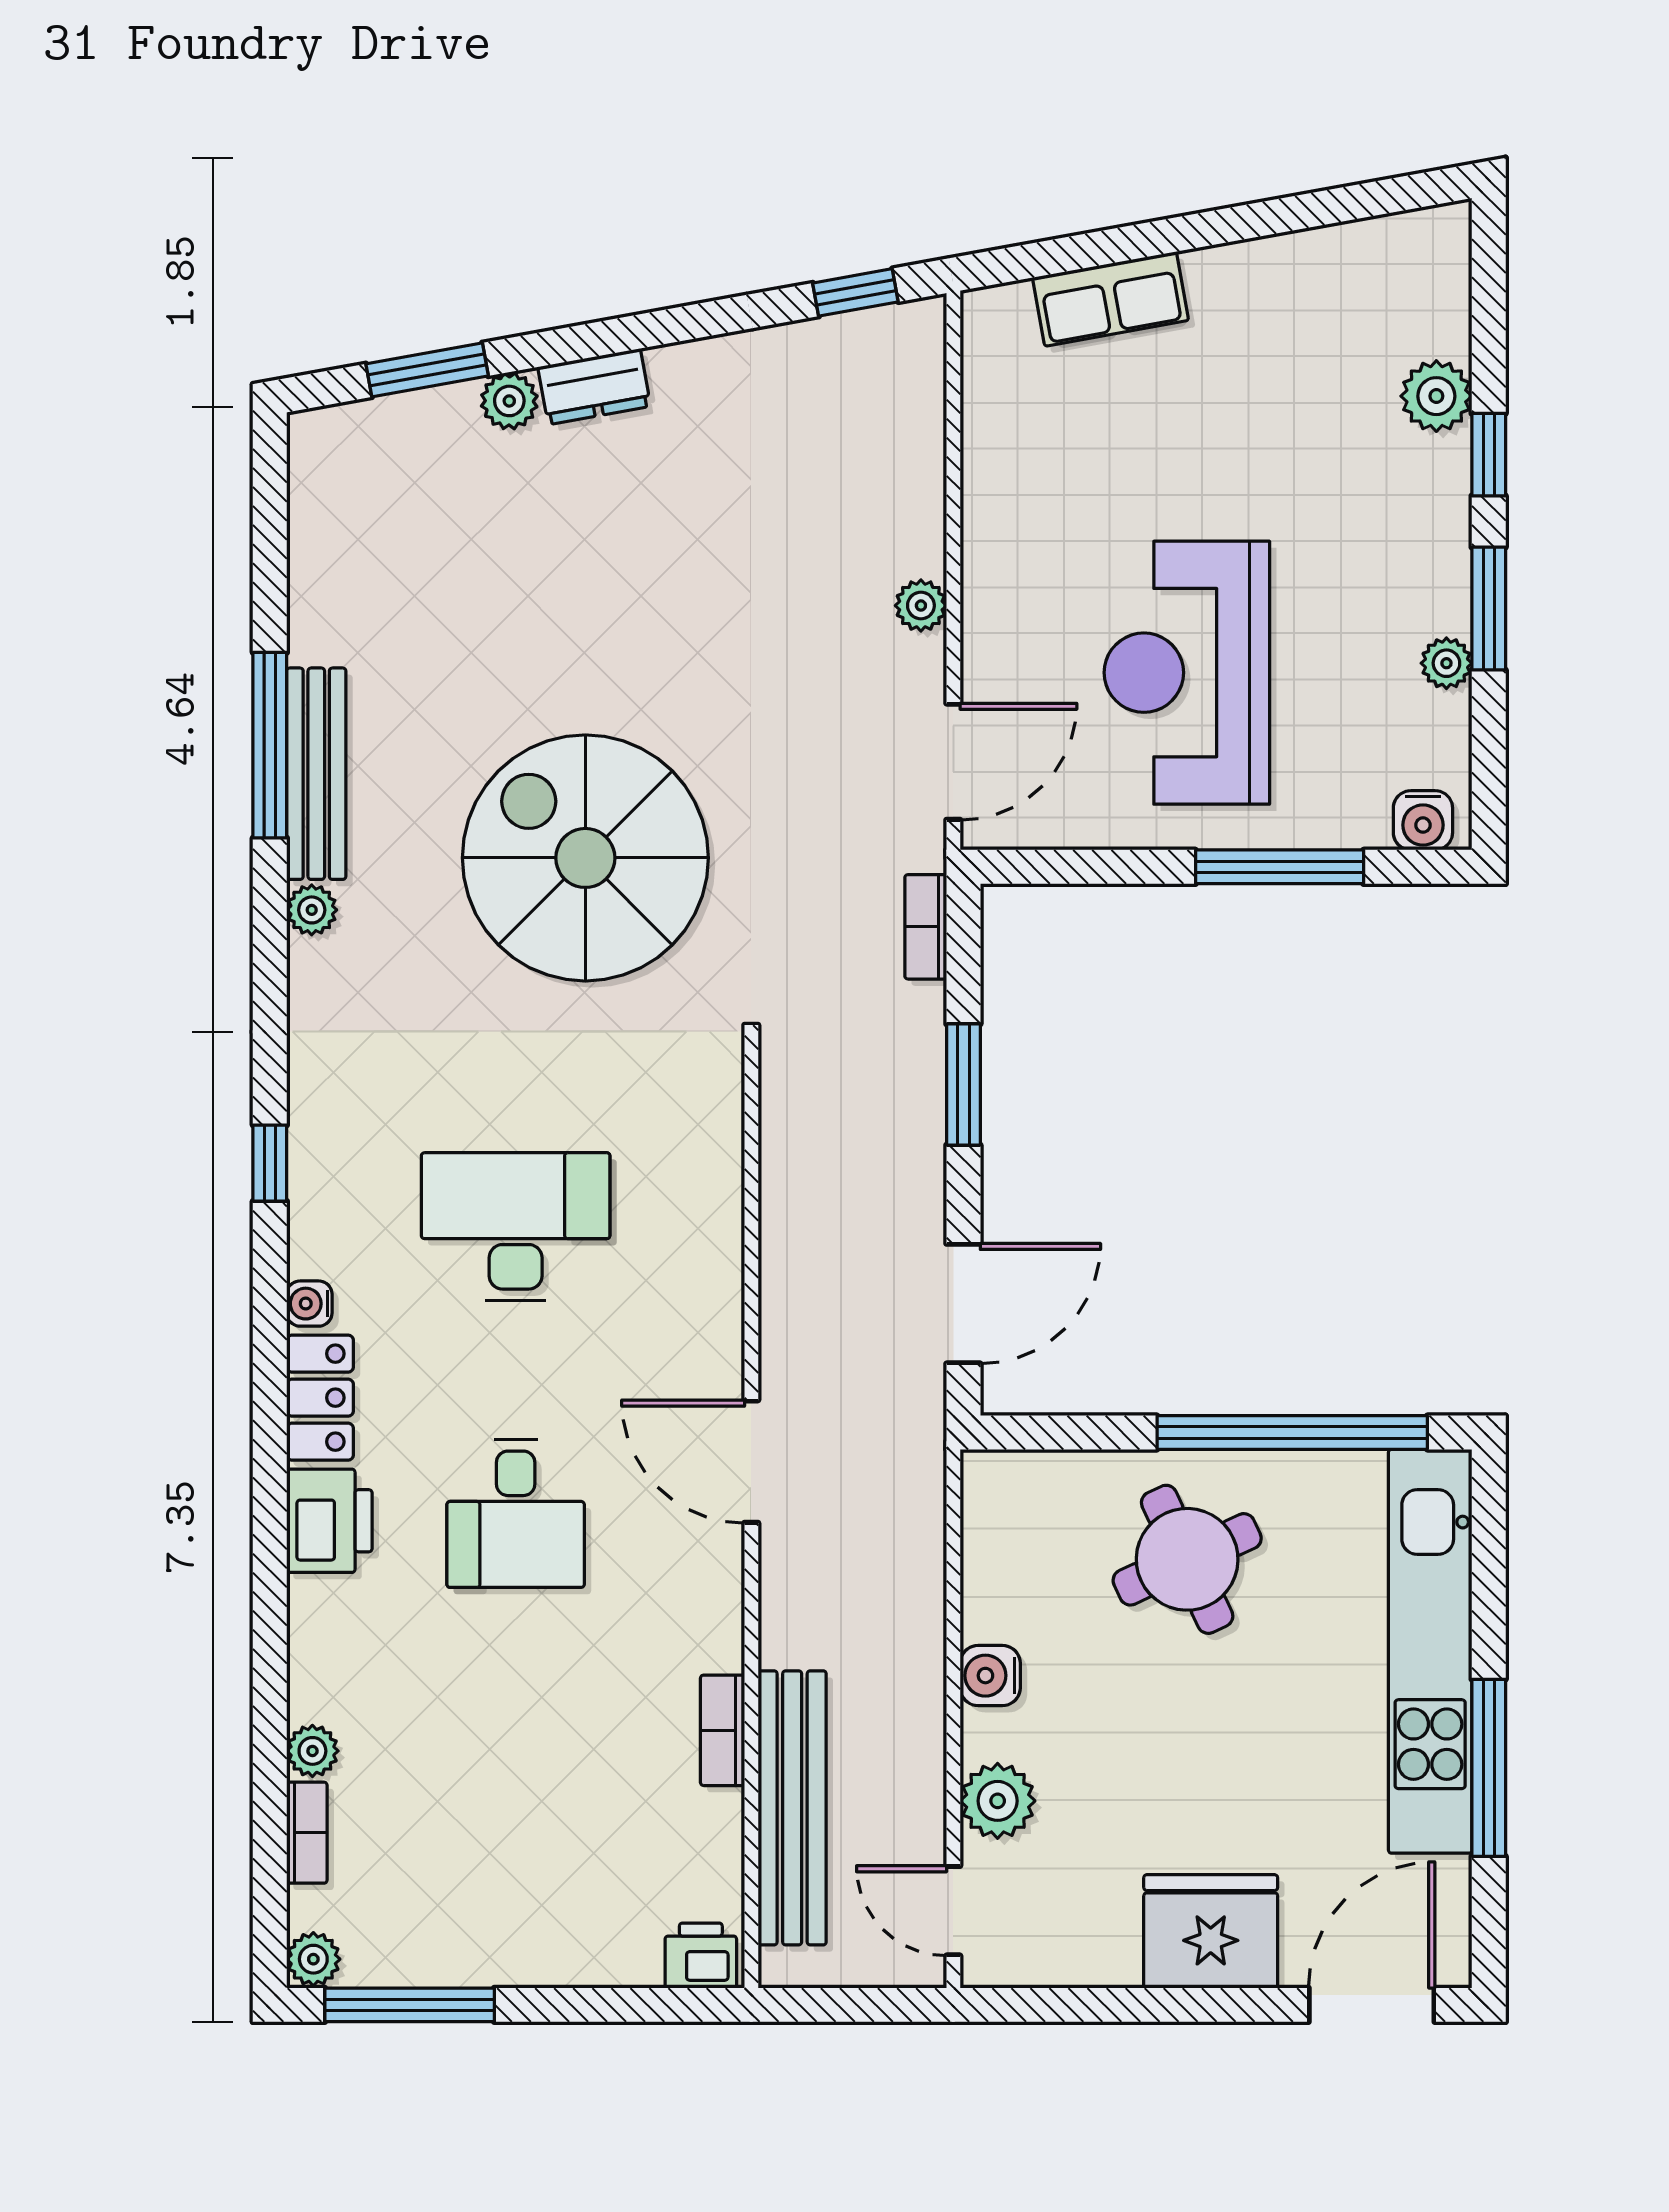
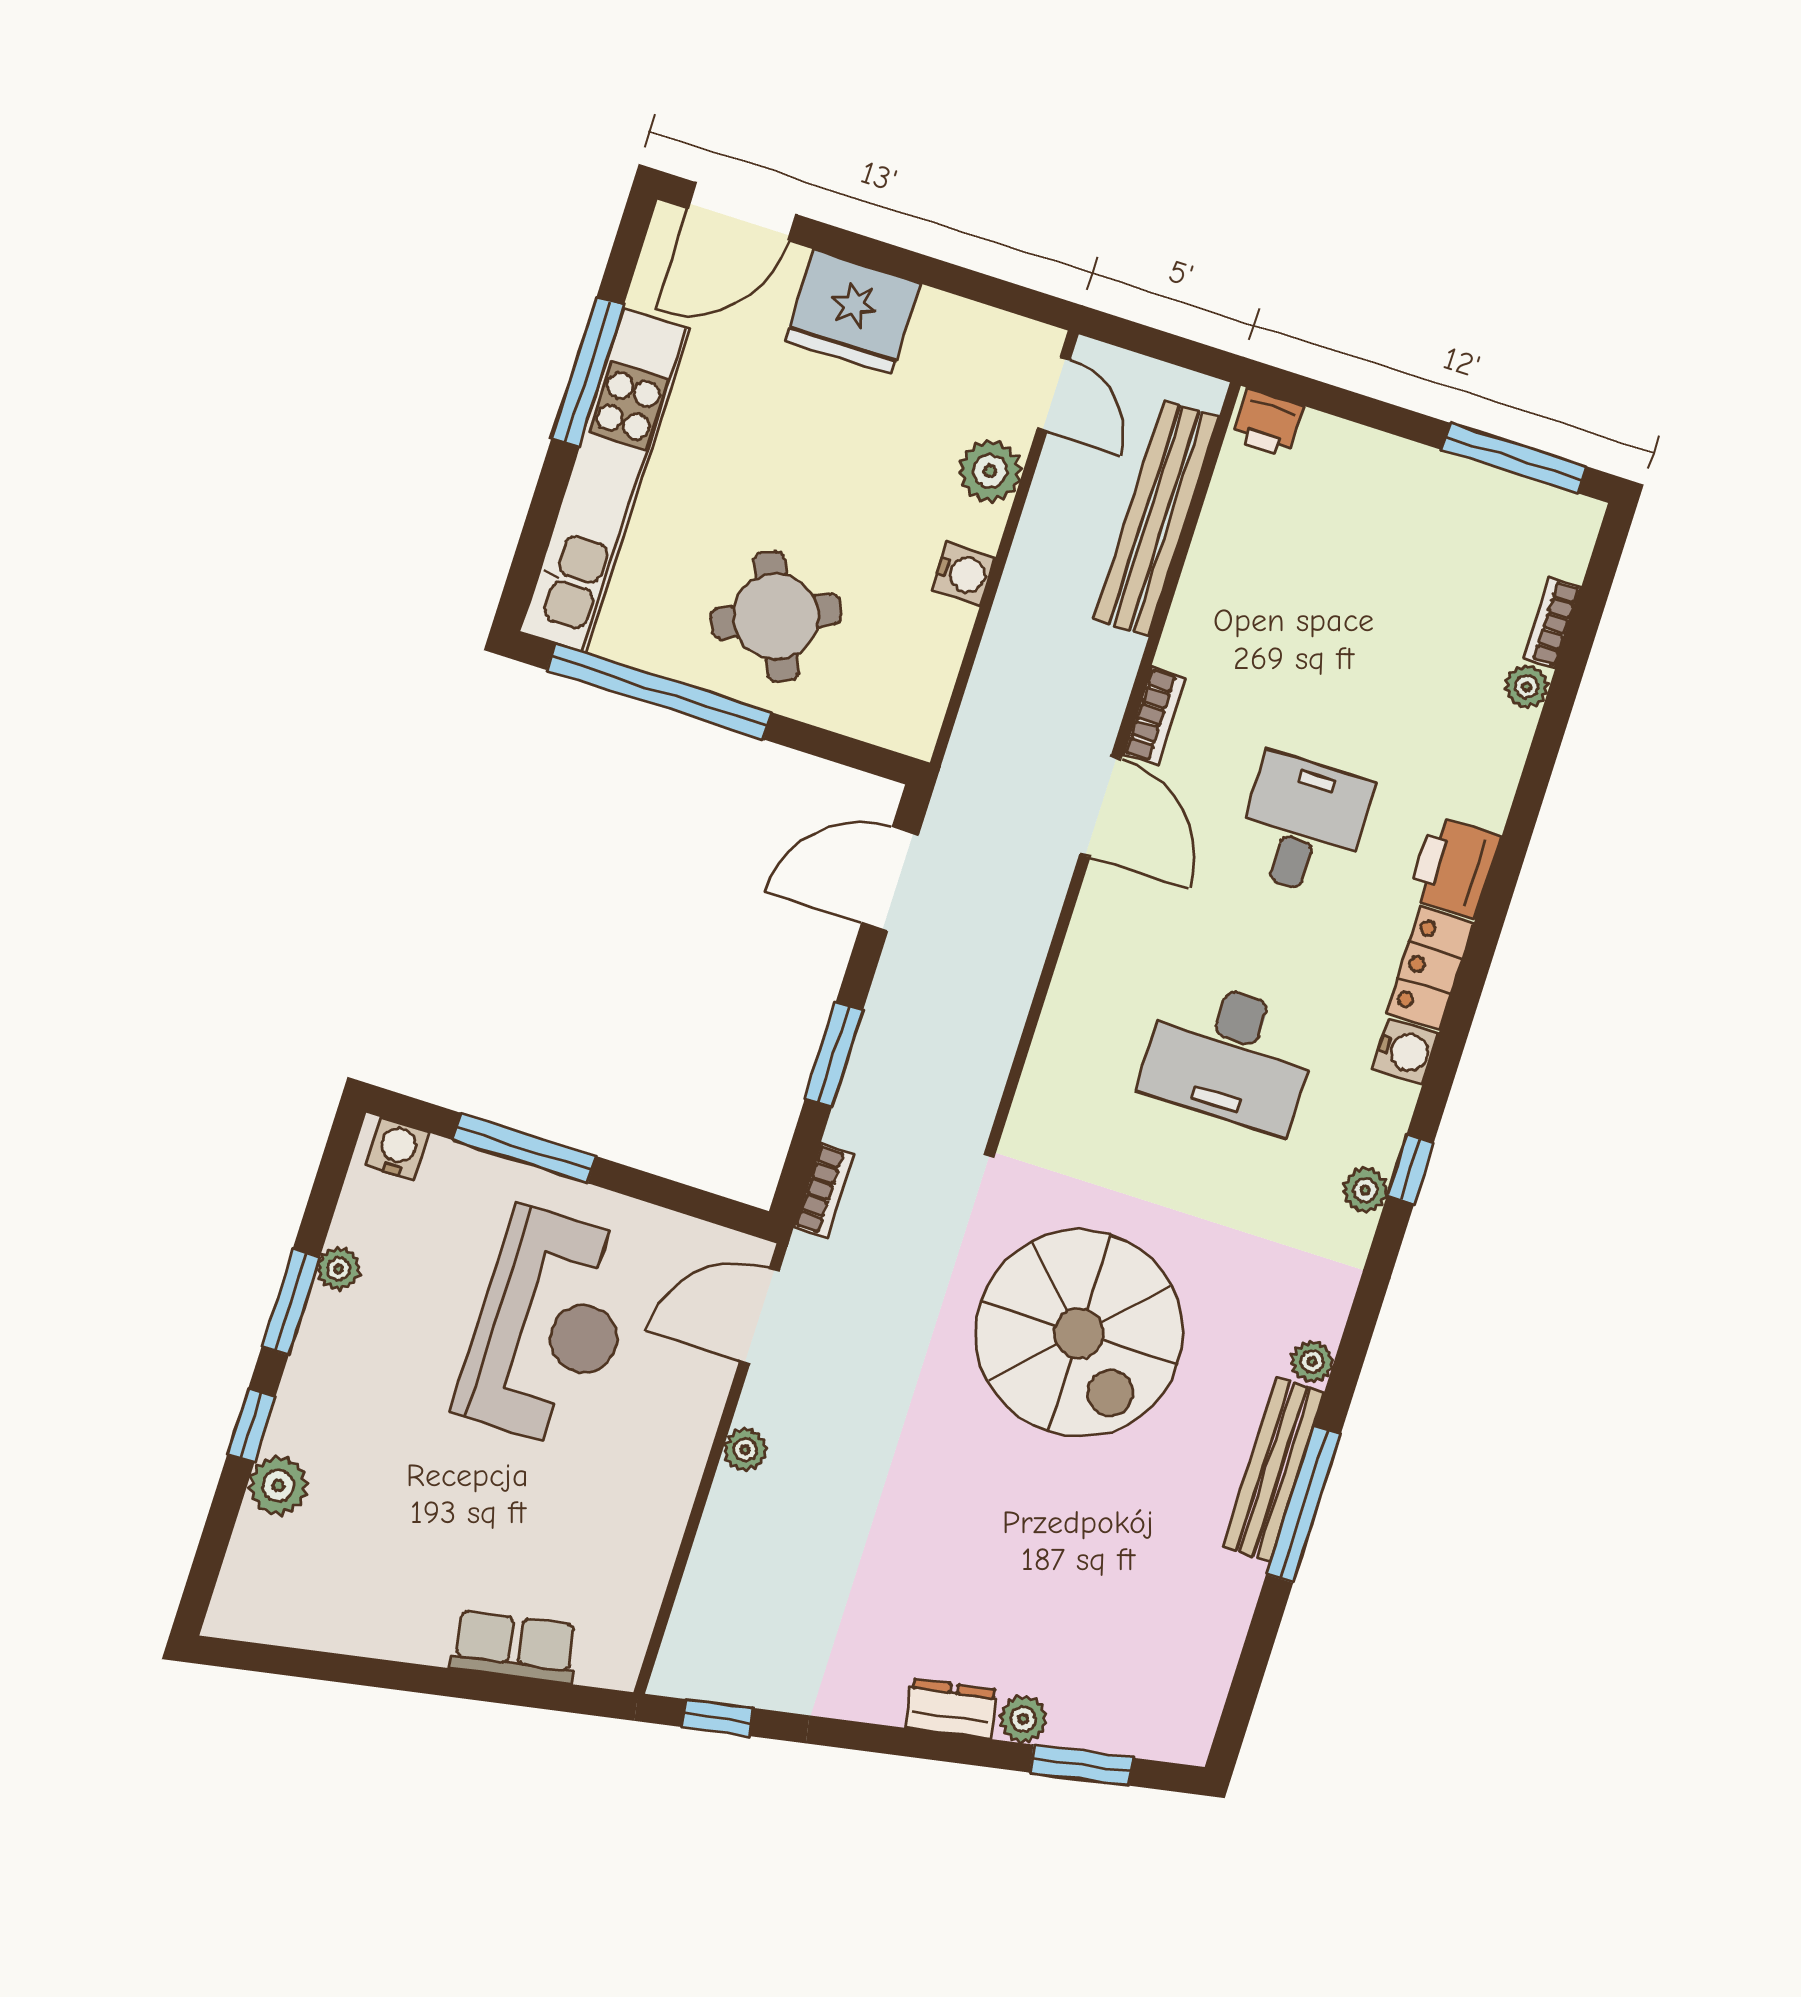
water cooler: (309, 1304) -> (1405, 1051), width x1.38, depth x1.38
bookcase: (722, 1730) -> (1155, 716), moved
plant: (313, 1959) -> (1365, 1190), moved

